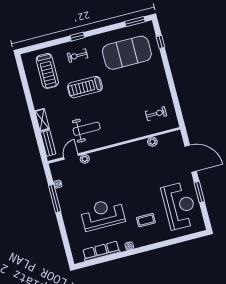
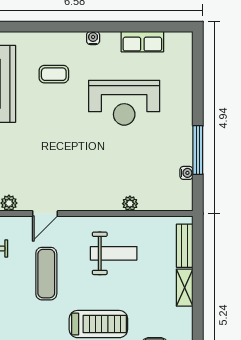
exercise mat: (121, 108) -> (46, 274), added
weight bench: (87, 129) -> (114, 253), turned 180
door: (71, 156) -> (45, 214), moved
row of seats: (101, 251) -> (142, 42), width x0.68

